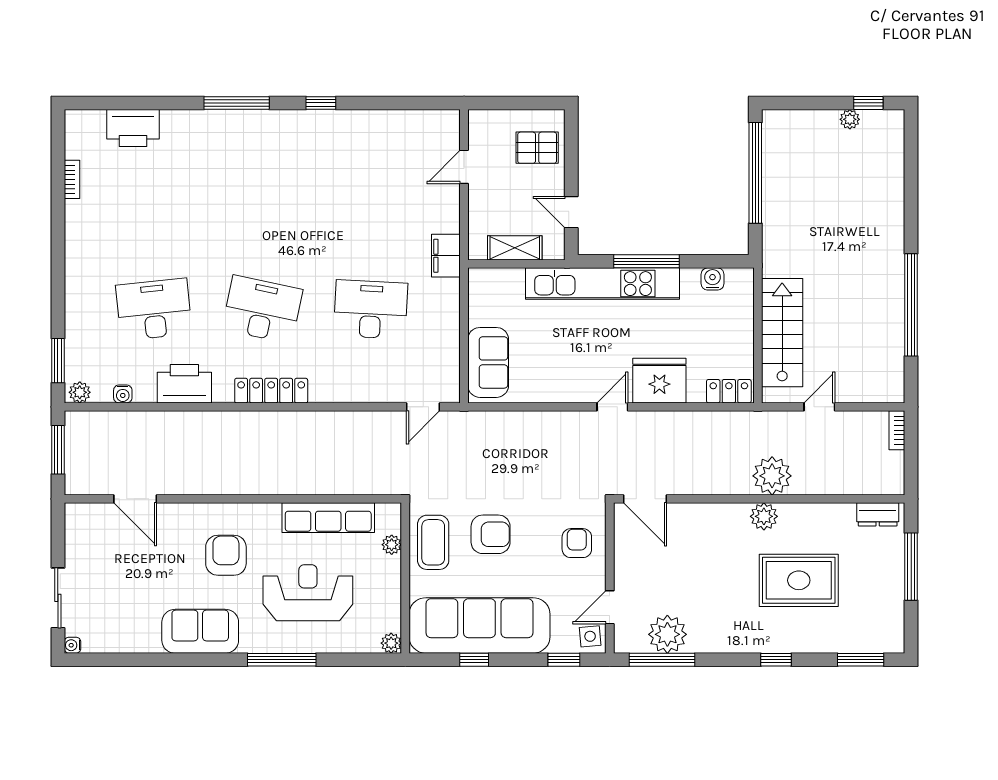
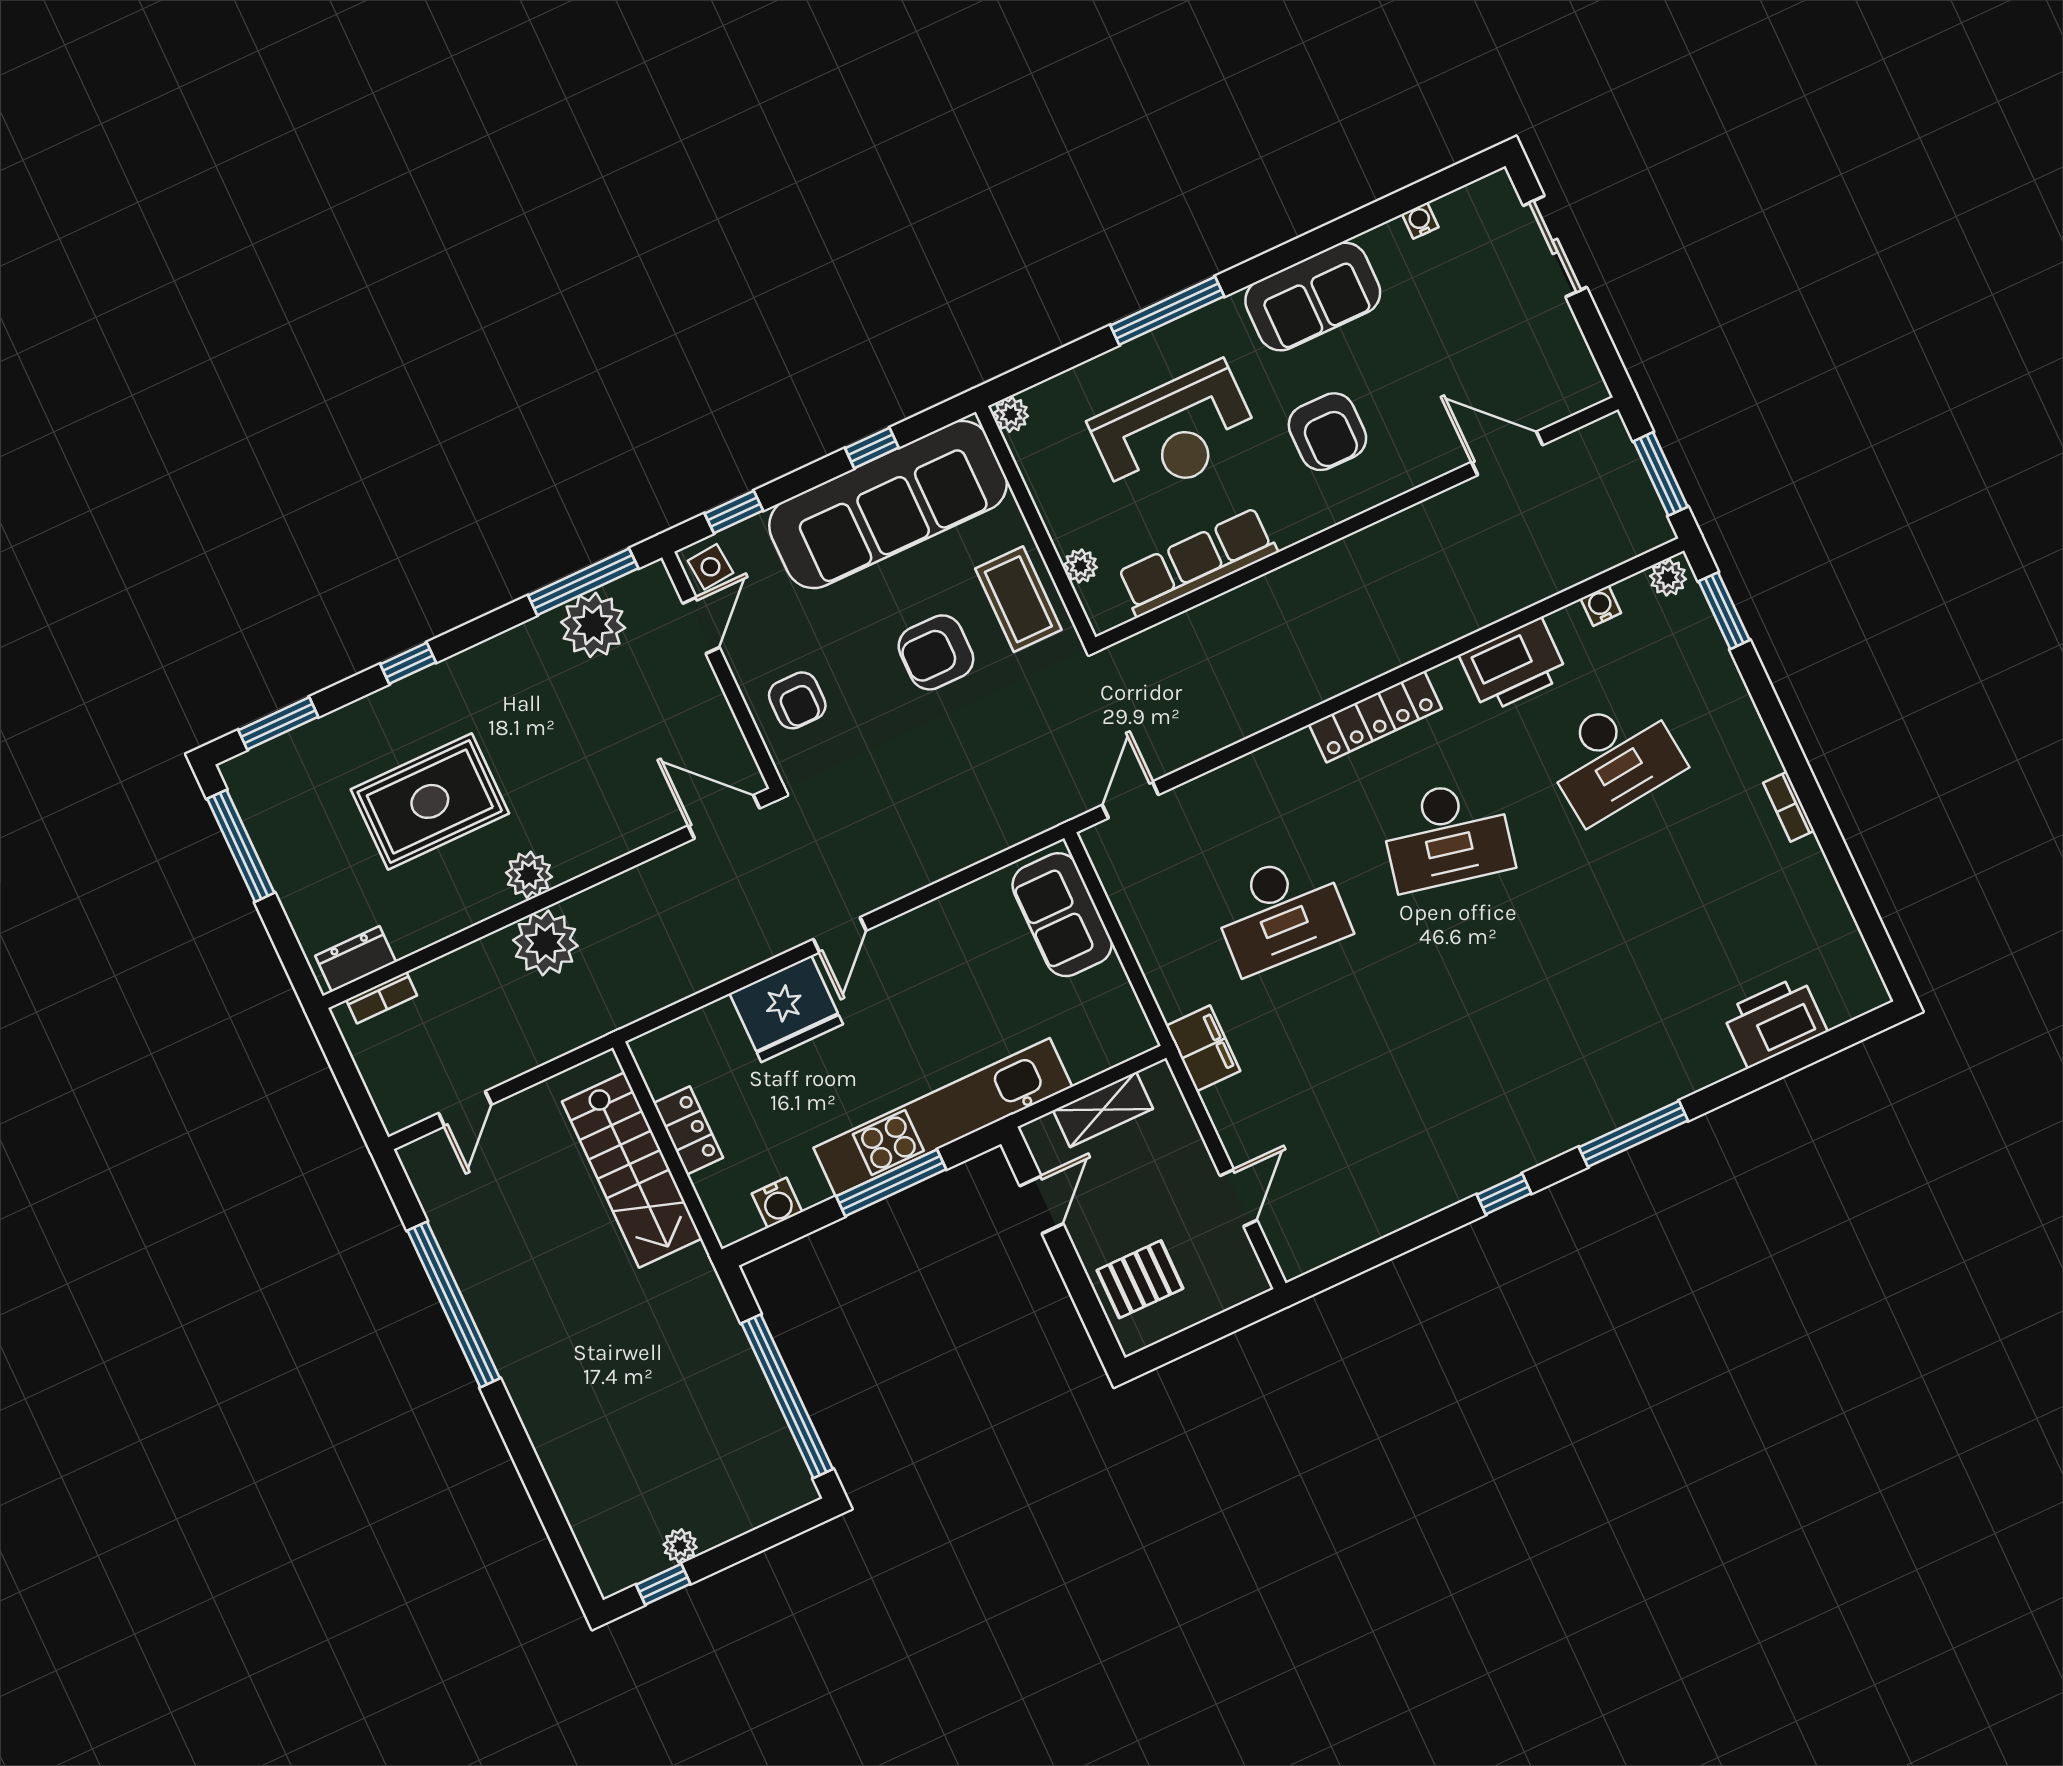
bookcase: (72, 179) -> (1789, 807), moved
door: (571, 212) -> (1042, 1205), hinge flipped
locker: (729, 391) -> (688, 1130), moved, turned -90
door: (819, 407) -> (465, 1109), moved
bookcase: (897, 430) -> (382, 998), moved, turned 90
window: (911, 567) -> (241, 846), moved
water cooler: (72, 645) -> (1420, 221), moved, turned -90

